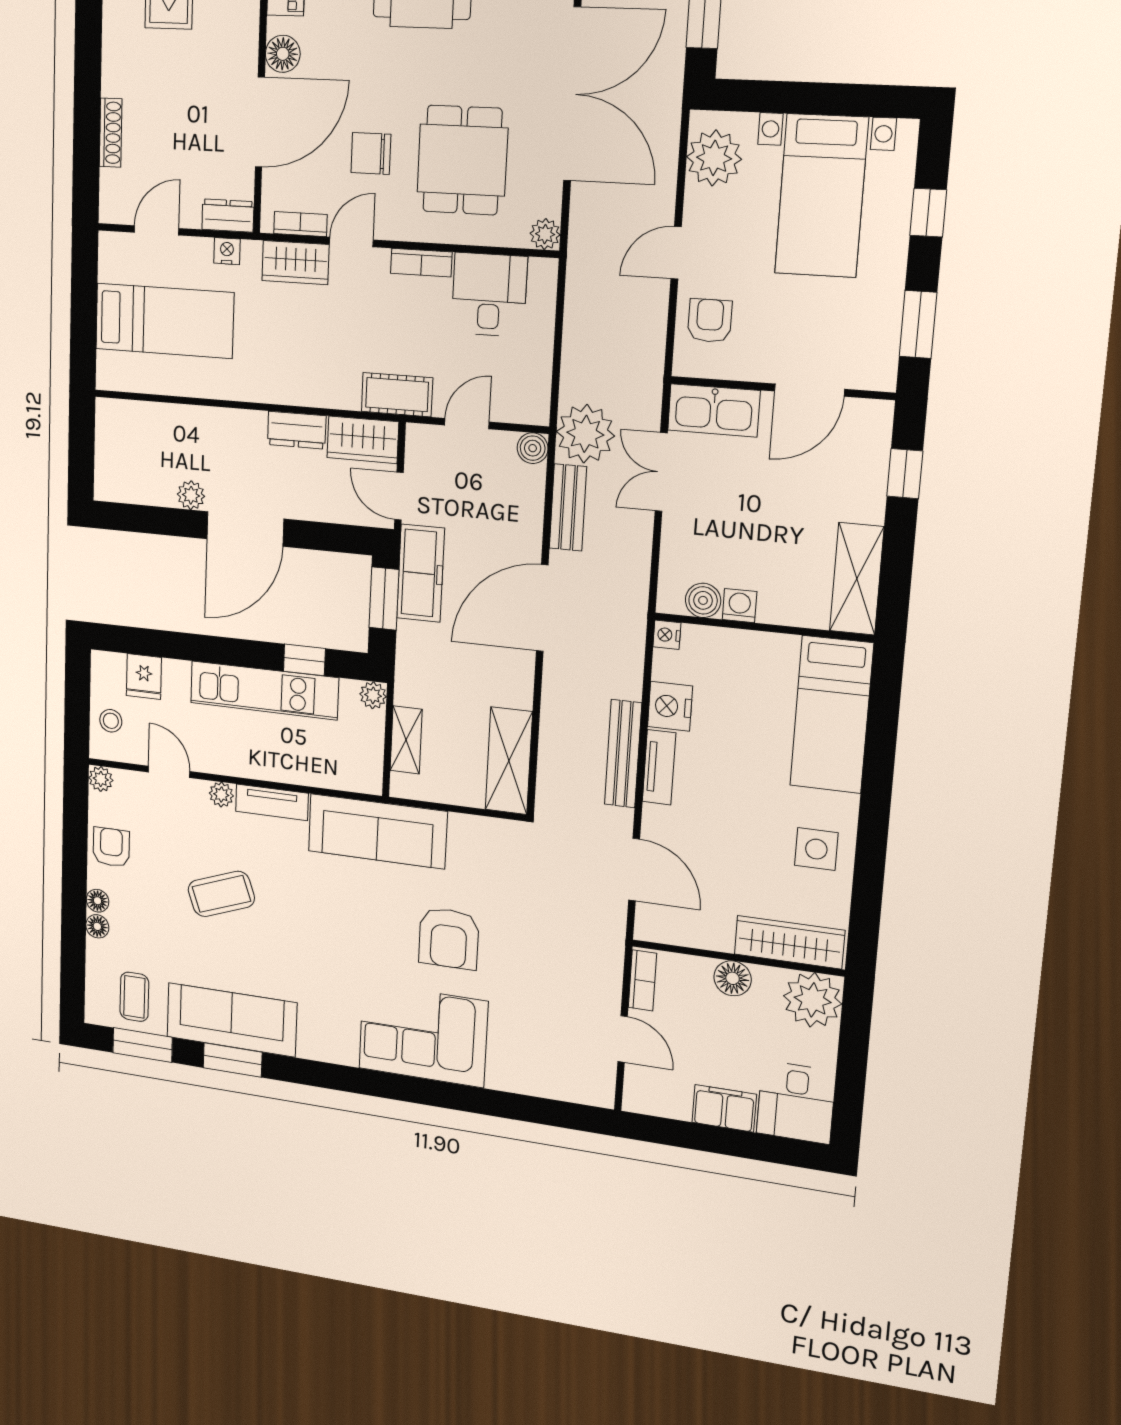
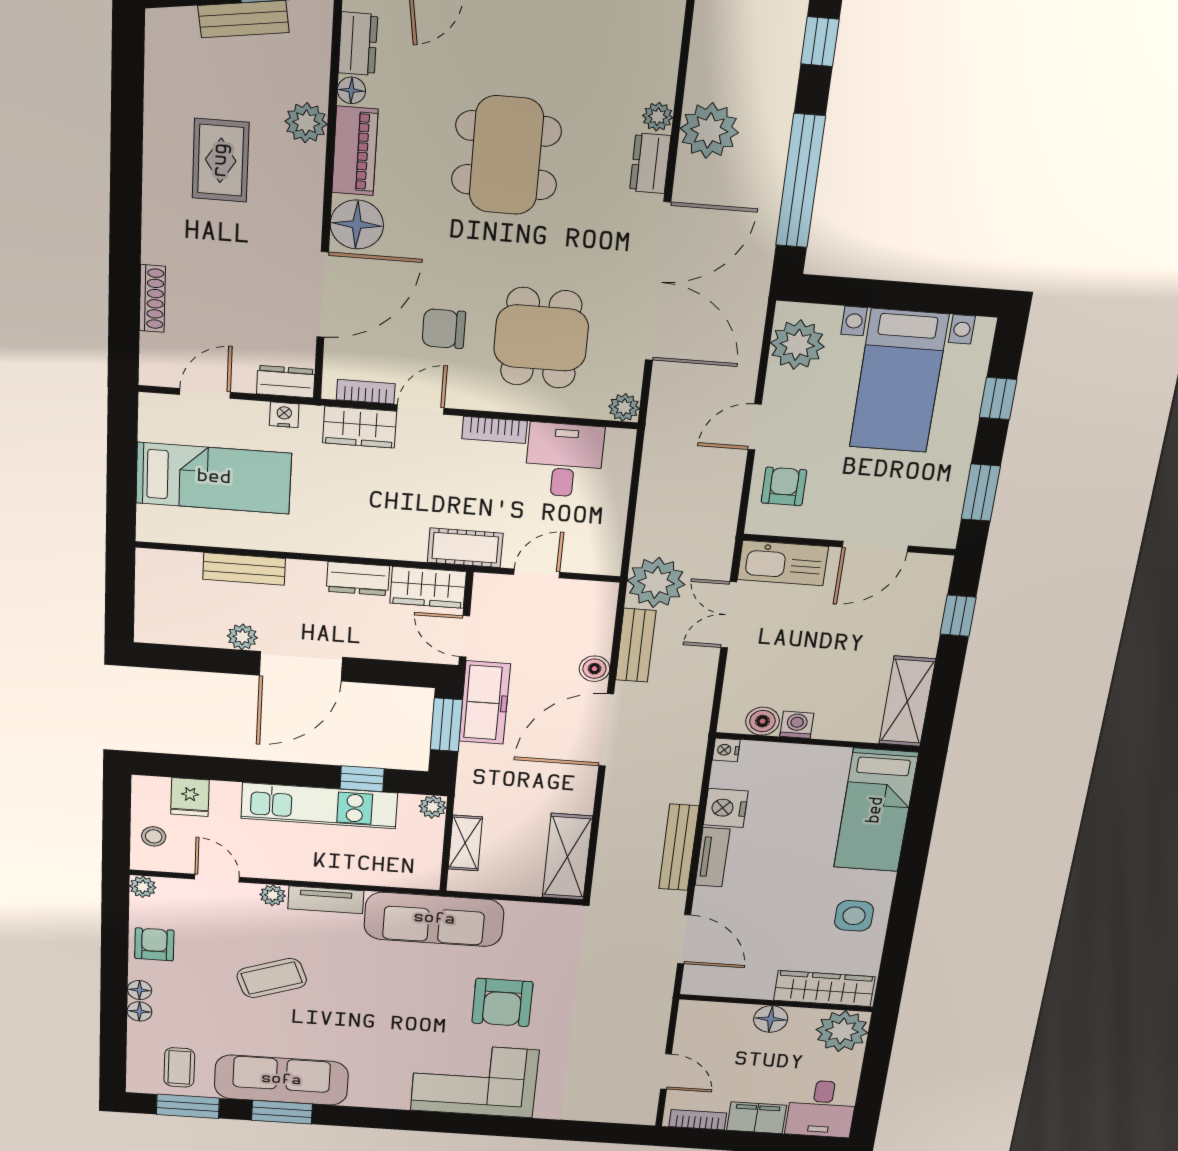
floor lamp: (283, 54) -> (357, 224), width x1.38, depth x1.38
bench: (192, 420) -> (244, 569), added
boiler: (533, 448) -> (594, 669), moved
bookcase: (642, 980) -> (698, 1120), moved, turned -90

